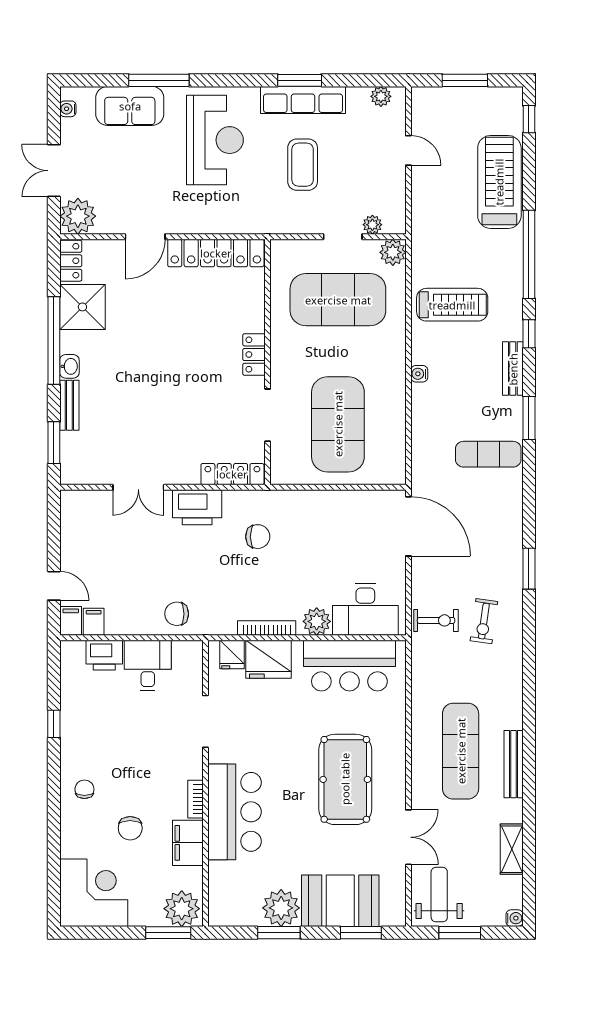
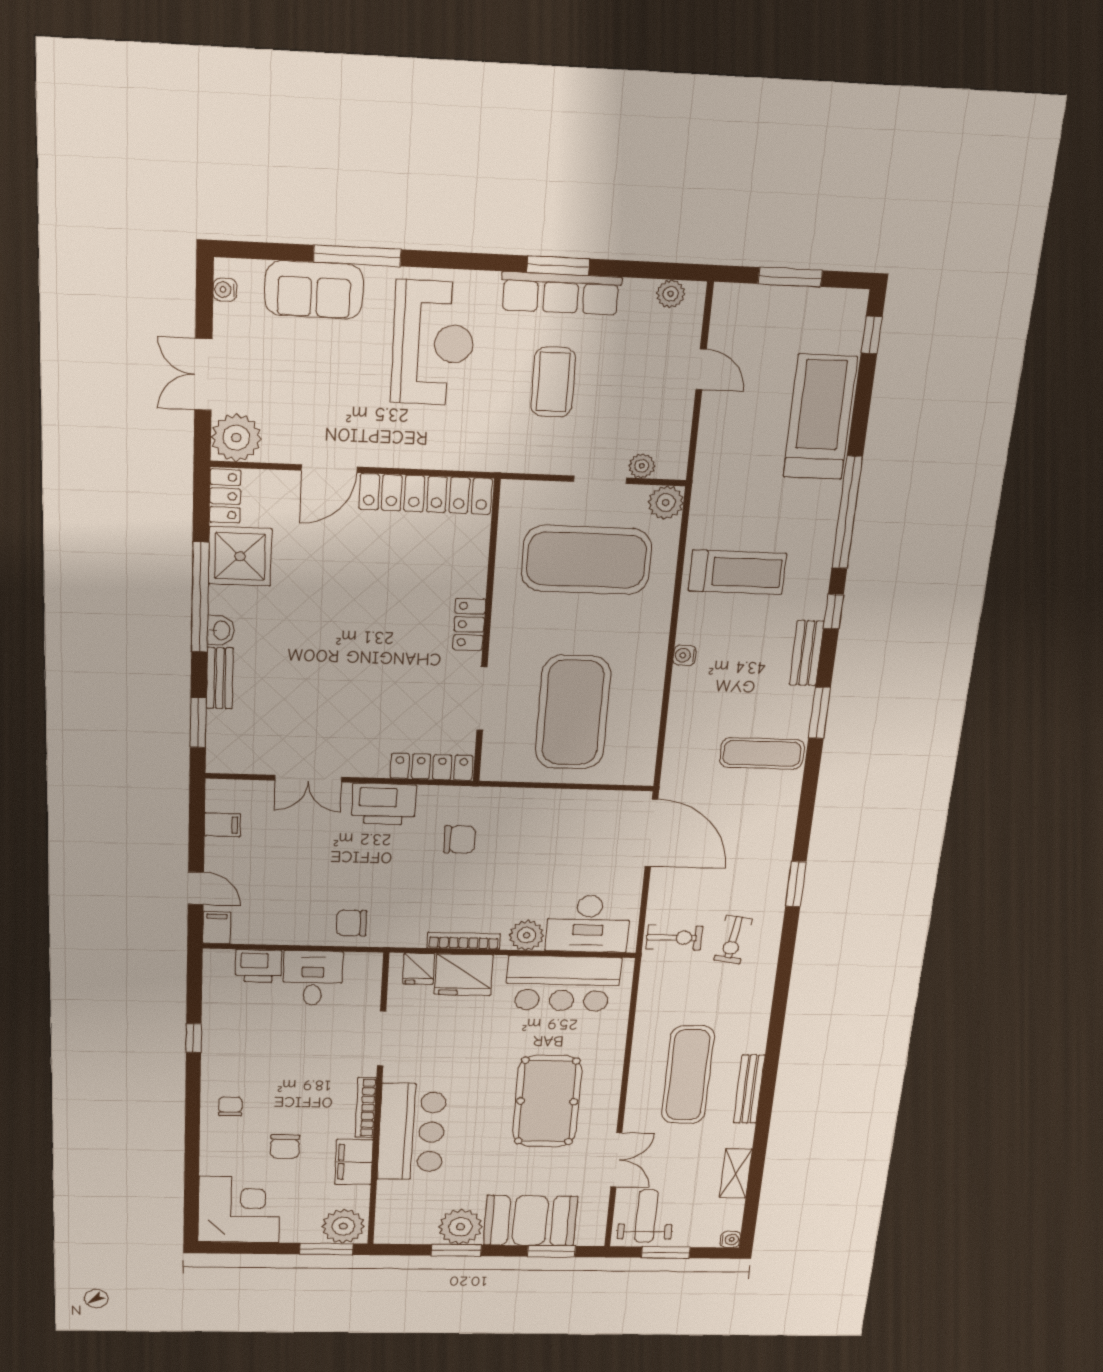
filing cabinet: (94, 622) -> (222, 825), moved, turned 90
bookcase: (195, 799) -> (366, 1108), width x1.56

